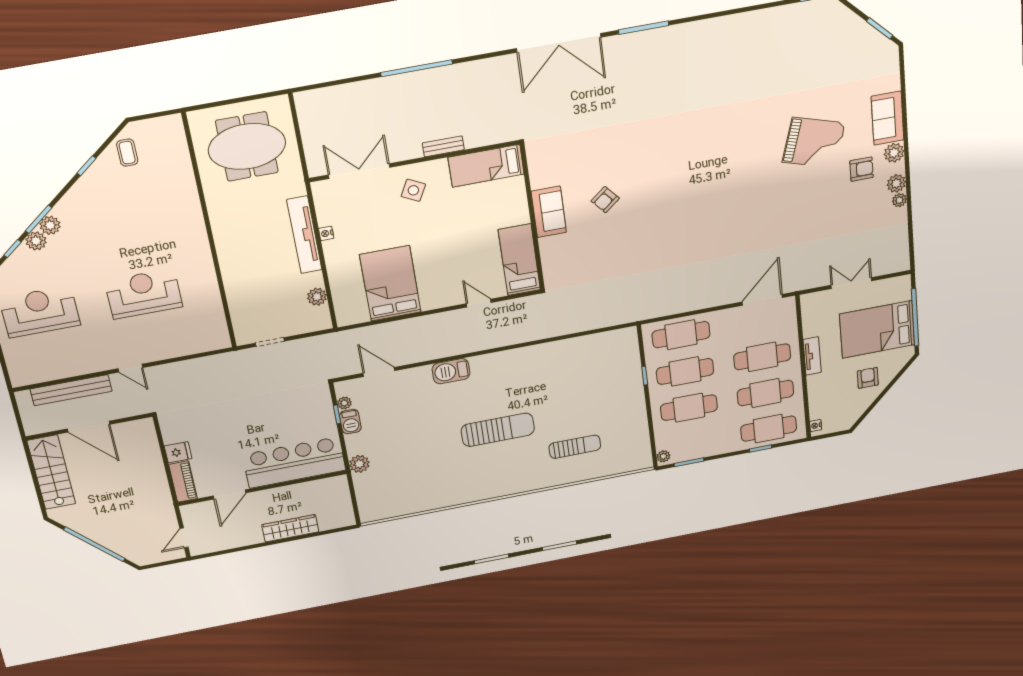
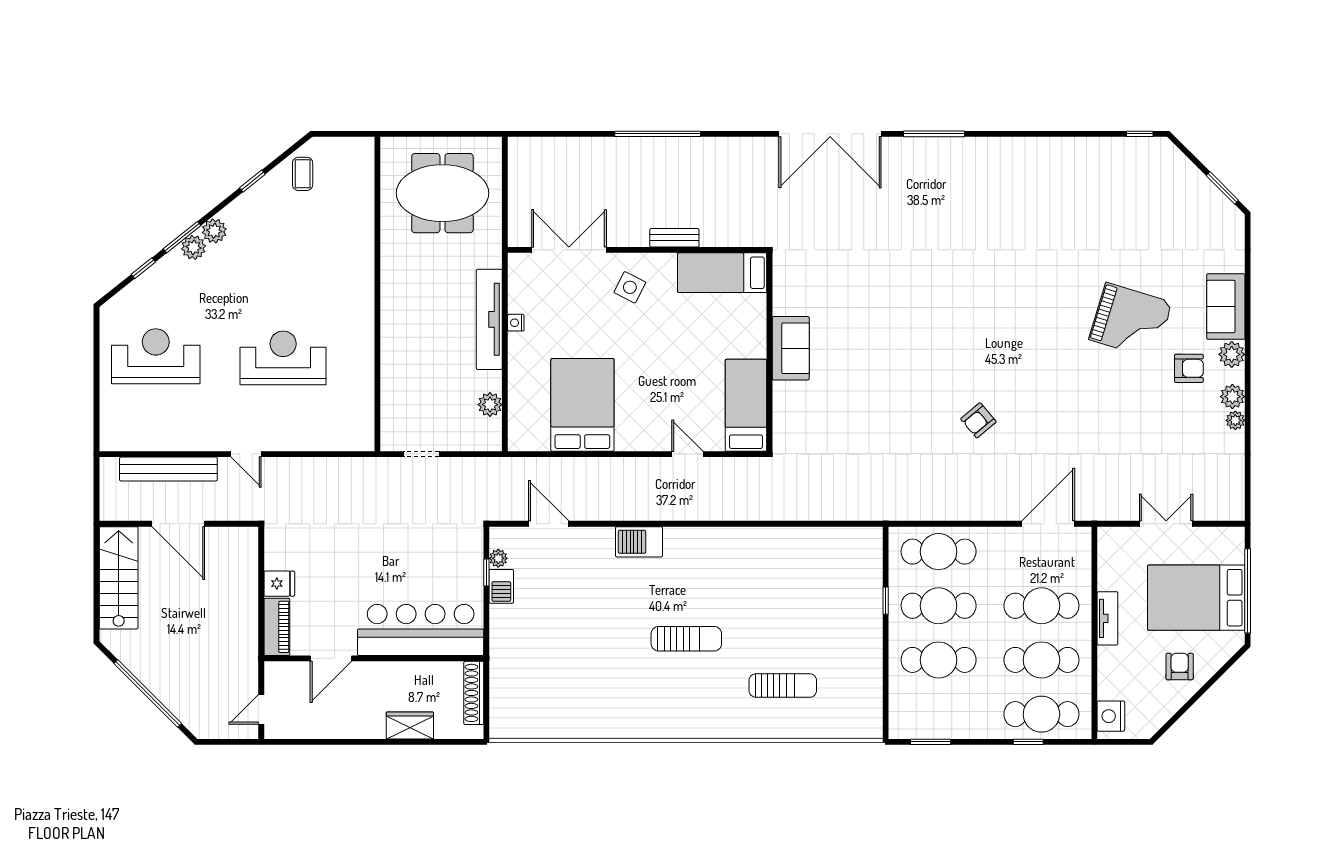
armchair: (605, 200) -> (978, 420), moved
plant: (36, 241) -> (214, 231), moved
nightstand: (816, 426) -> (1111, 716), width x1.89, depth x1.79
sun lounger: (498, 430) -> (686, 639), width x0.73, depth x0.75
plant: (663, 456) -> (898, 725), removed
plant: (359, 464) -> (502, 650), removed
shoe rack: (343, 496) -> (474, 693), added
wardrobe: (290, 528) -> (410, 725), width x0.67

